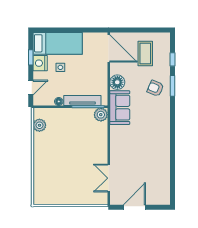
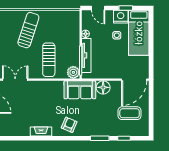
armchair: (155, 88) -> (69, 125), moved
plant: (39, 125) -> (64, 16), removed
sun lounger: (87, 141) -> (49, 60), added
fireplace: (165, 150) -> (41, 132), added
sun lounger: (55, 164) -> (28, 30), added

